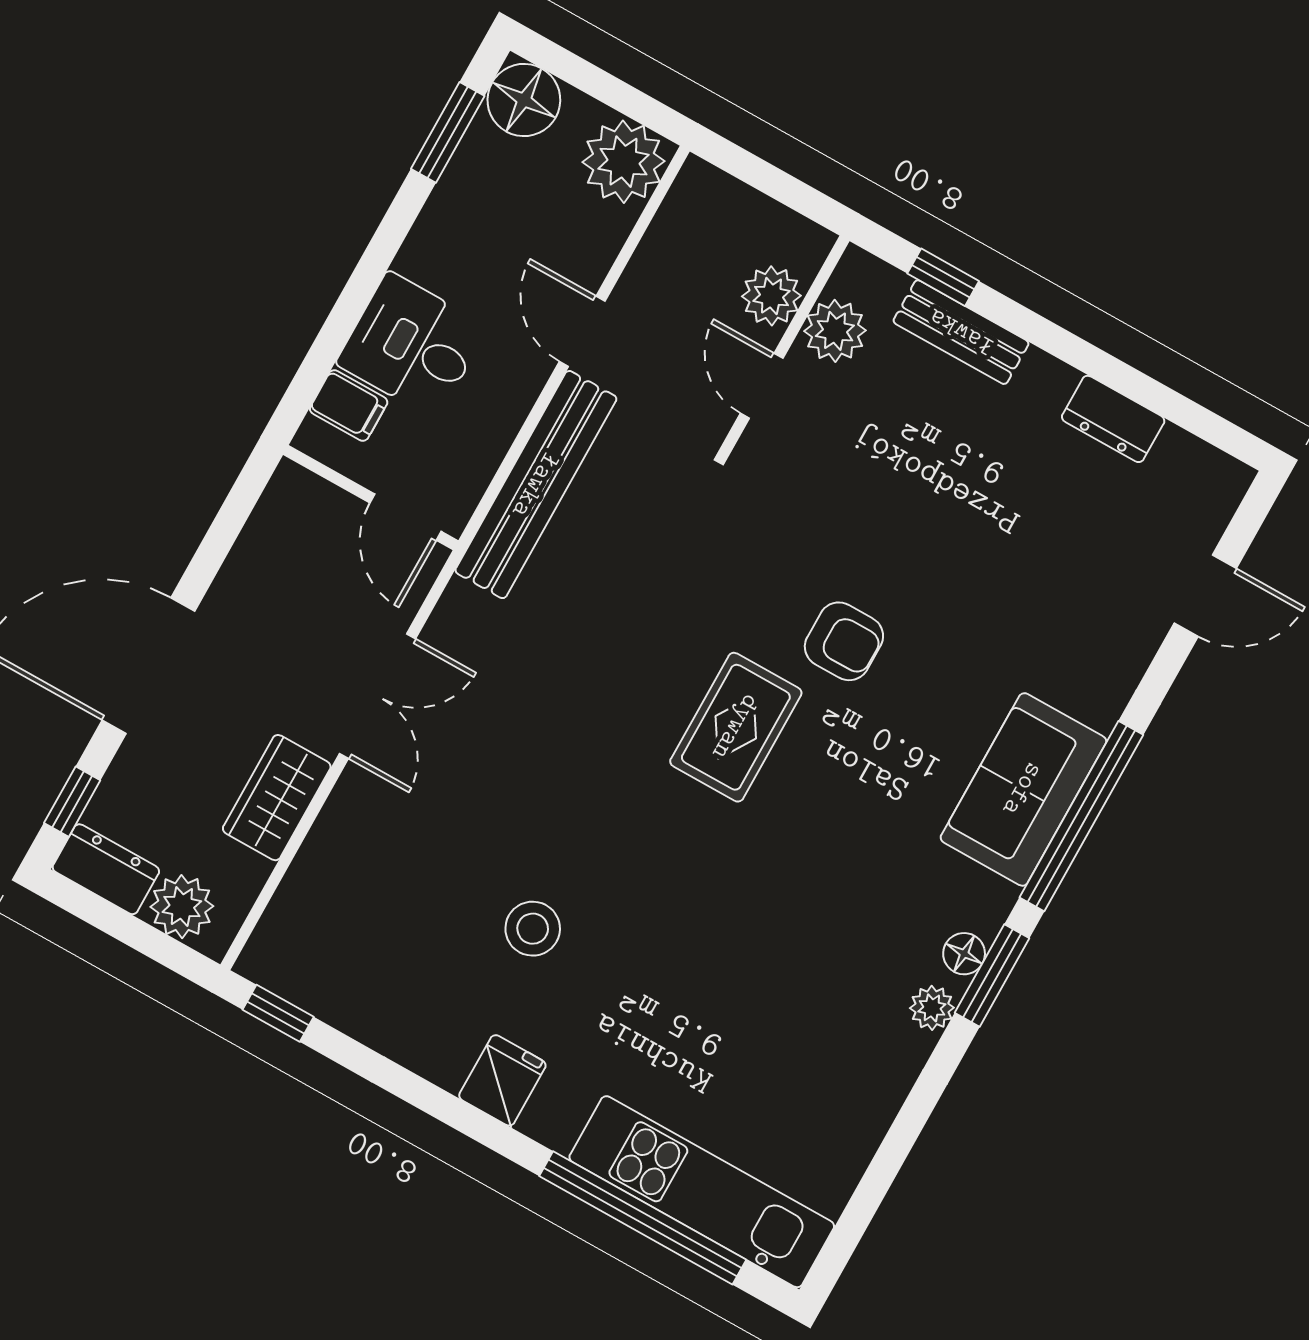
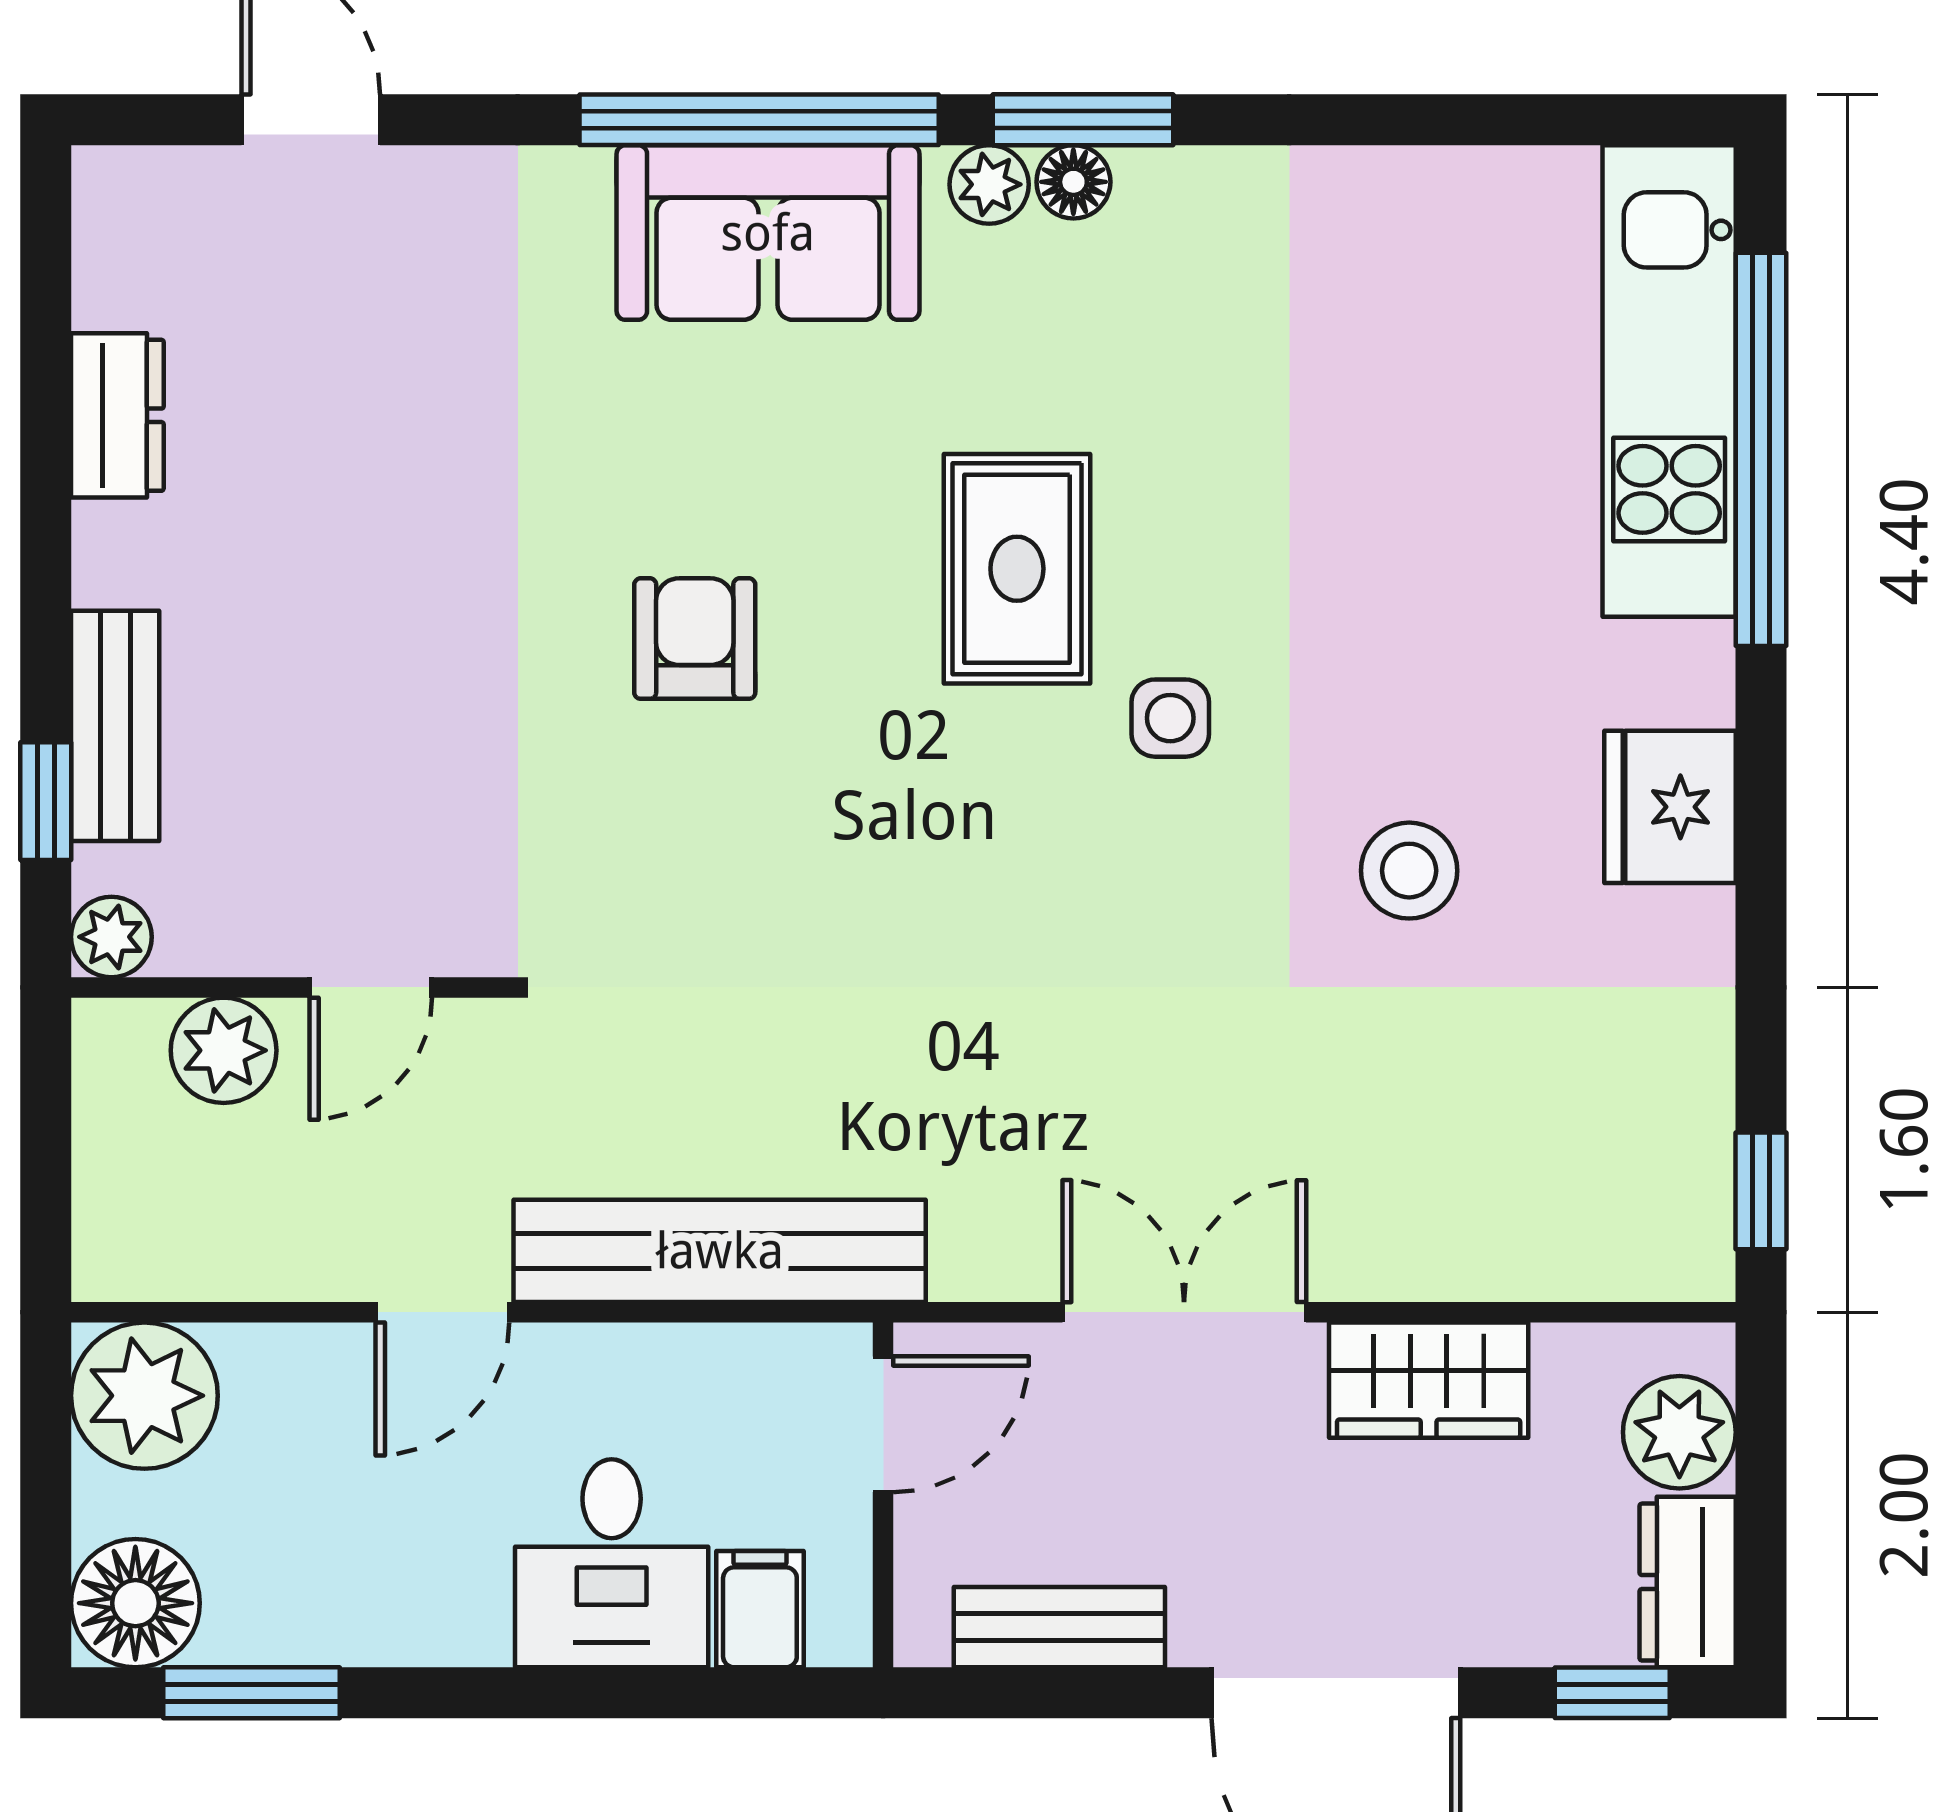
plant: (835, 331) -> (111, 937), moved, width x0.73, depth x0.73
bench: (257, 548) -> (1059, 1627), added
rug: (736, 727) -> (1017, 569), moved, turned 90
side table: (674, 853) -> (1170, 718), added
plant: (932, 1008) -> (989, 184), moved
fridge: (502, 1080) -> (1670, 807), width x1.38

